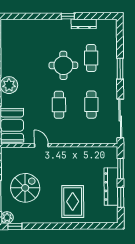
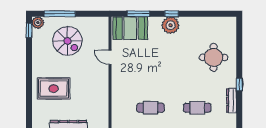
round table: (63, 65) -> (213, 57), moved
cafe table: (59, 105) -> (151, 75), removed
door: (41, 145) -> (110, 57), swing flipped

